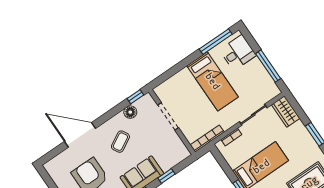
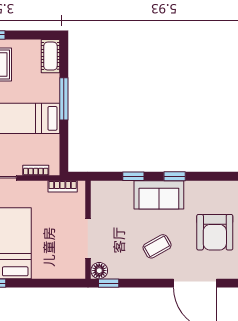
floor lamp: (130, 112) -> (99, 271), moved
bookcase: (207, 138) -> (63, 186), width x0.64

